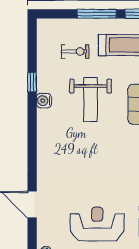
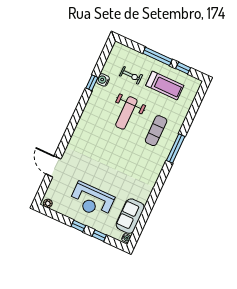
water cooler: (44, 101) -> (103, 80), moved
reception desk: (97, 224) -> (92, 200), turned 180

